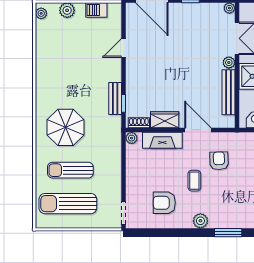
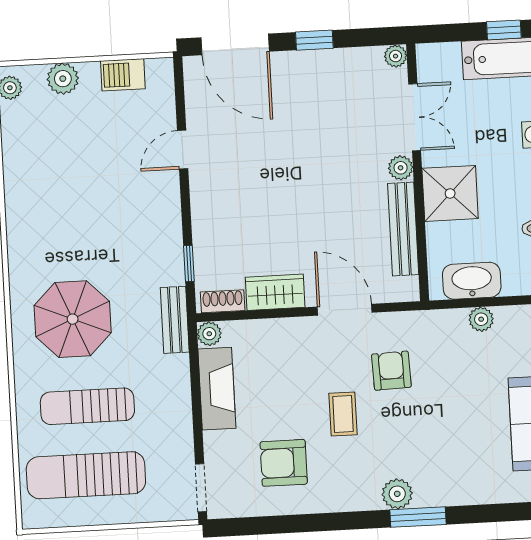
bench: (115, 99) -> (175, 320), moved
fireplace: (162, 140) -> (217, 389), moved, turned -90
plant: (200, 221) -> (397, 494), moved

